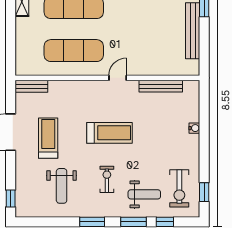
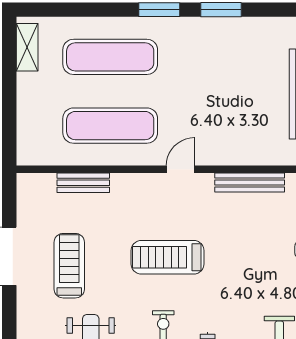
bench: (31, 86) -> (83, 183), moved
treadmill: (110, 133) -> (168, 257), turned 180

